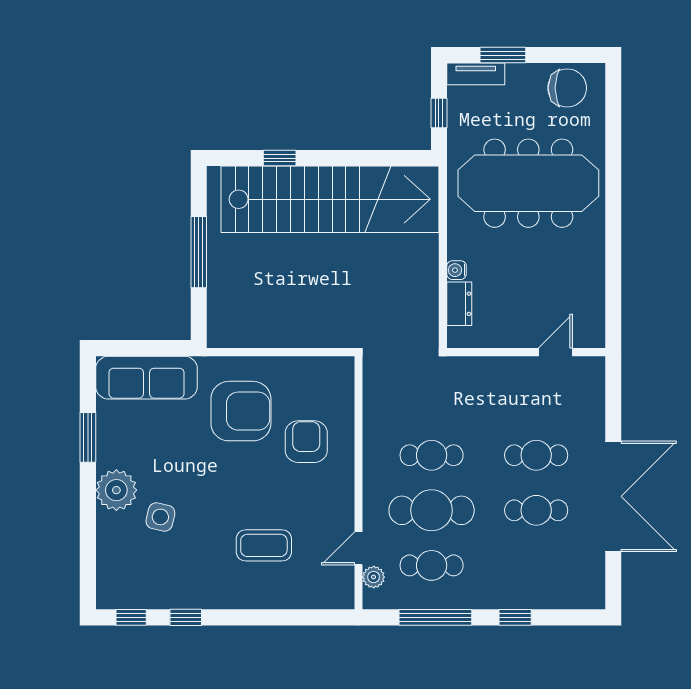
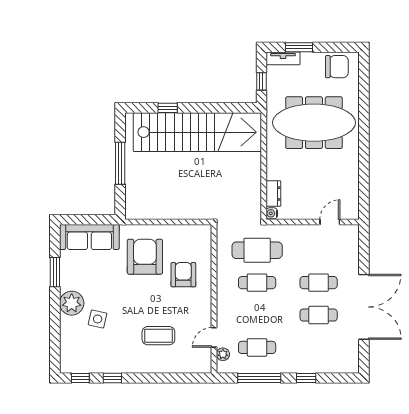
water cooler: (456, 270) -> (272, 213), moved
armchair: (241, 411) -> (145, 257), turned -90
cafe table: (432, 510) -> (257, 250), moved

